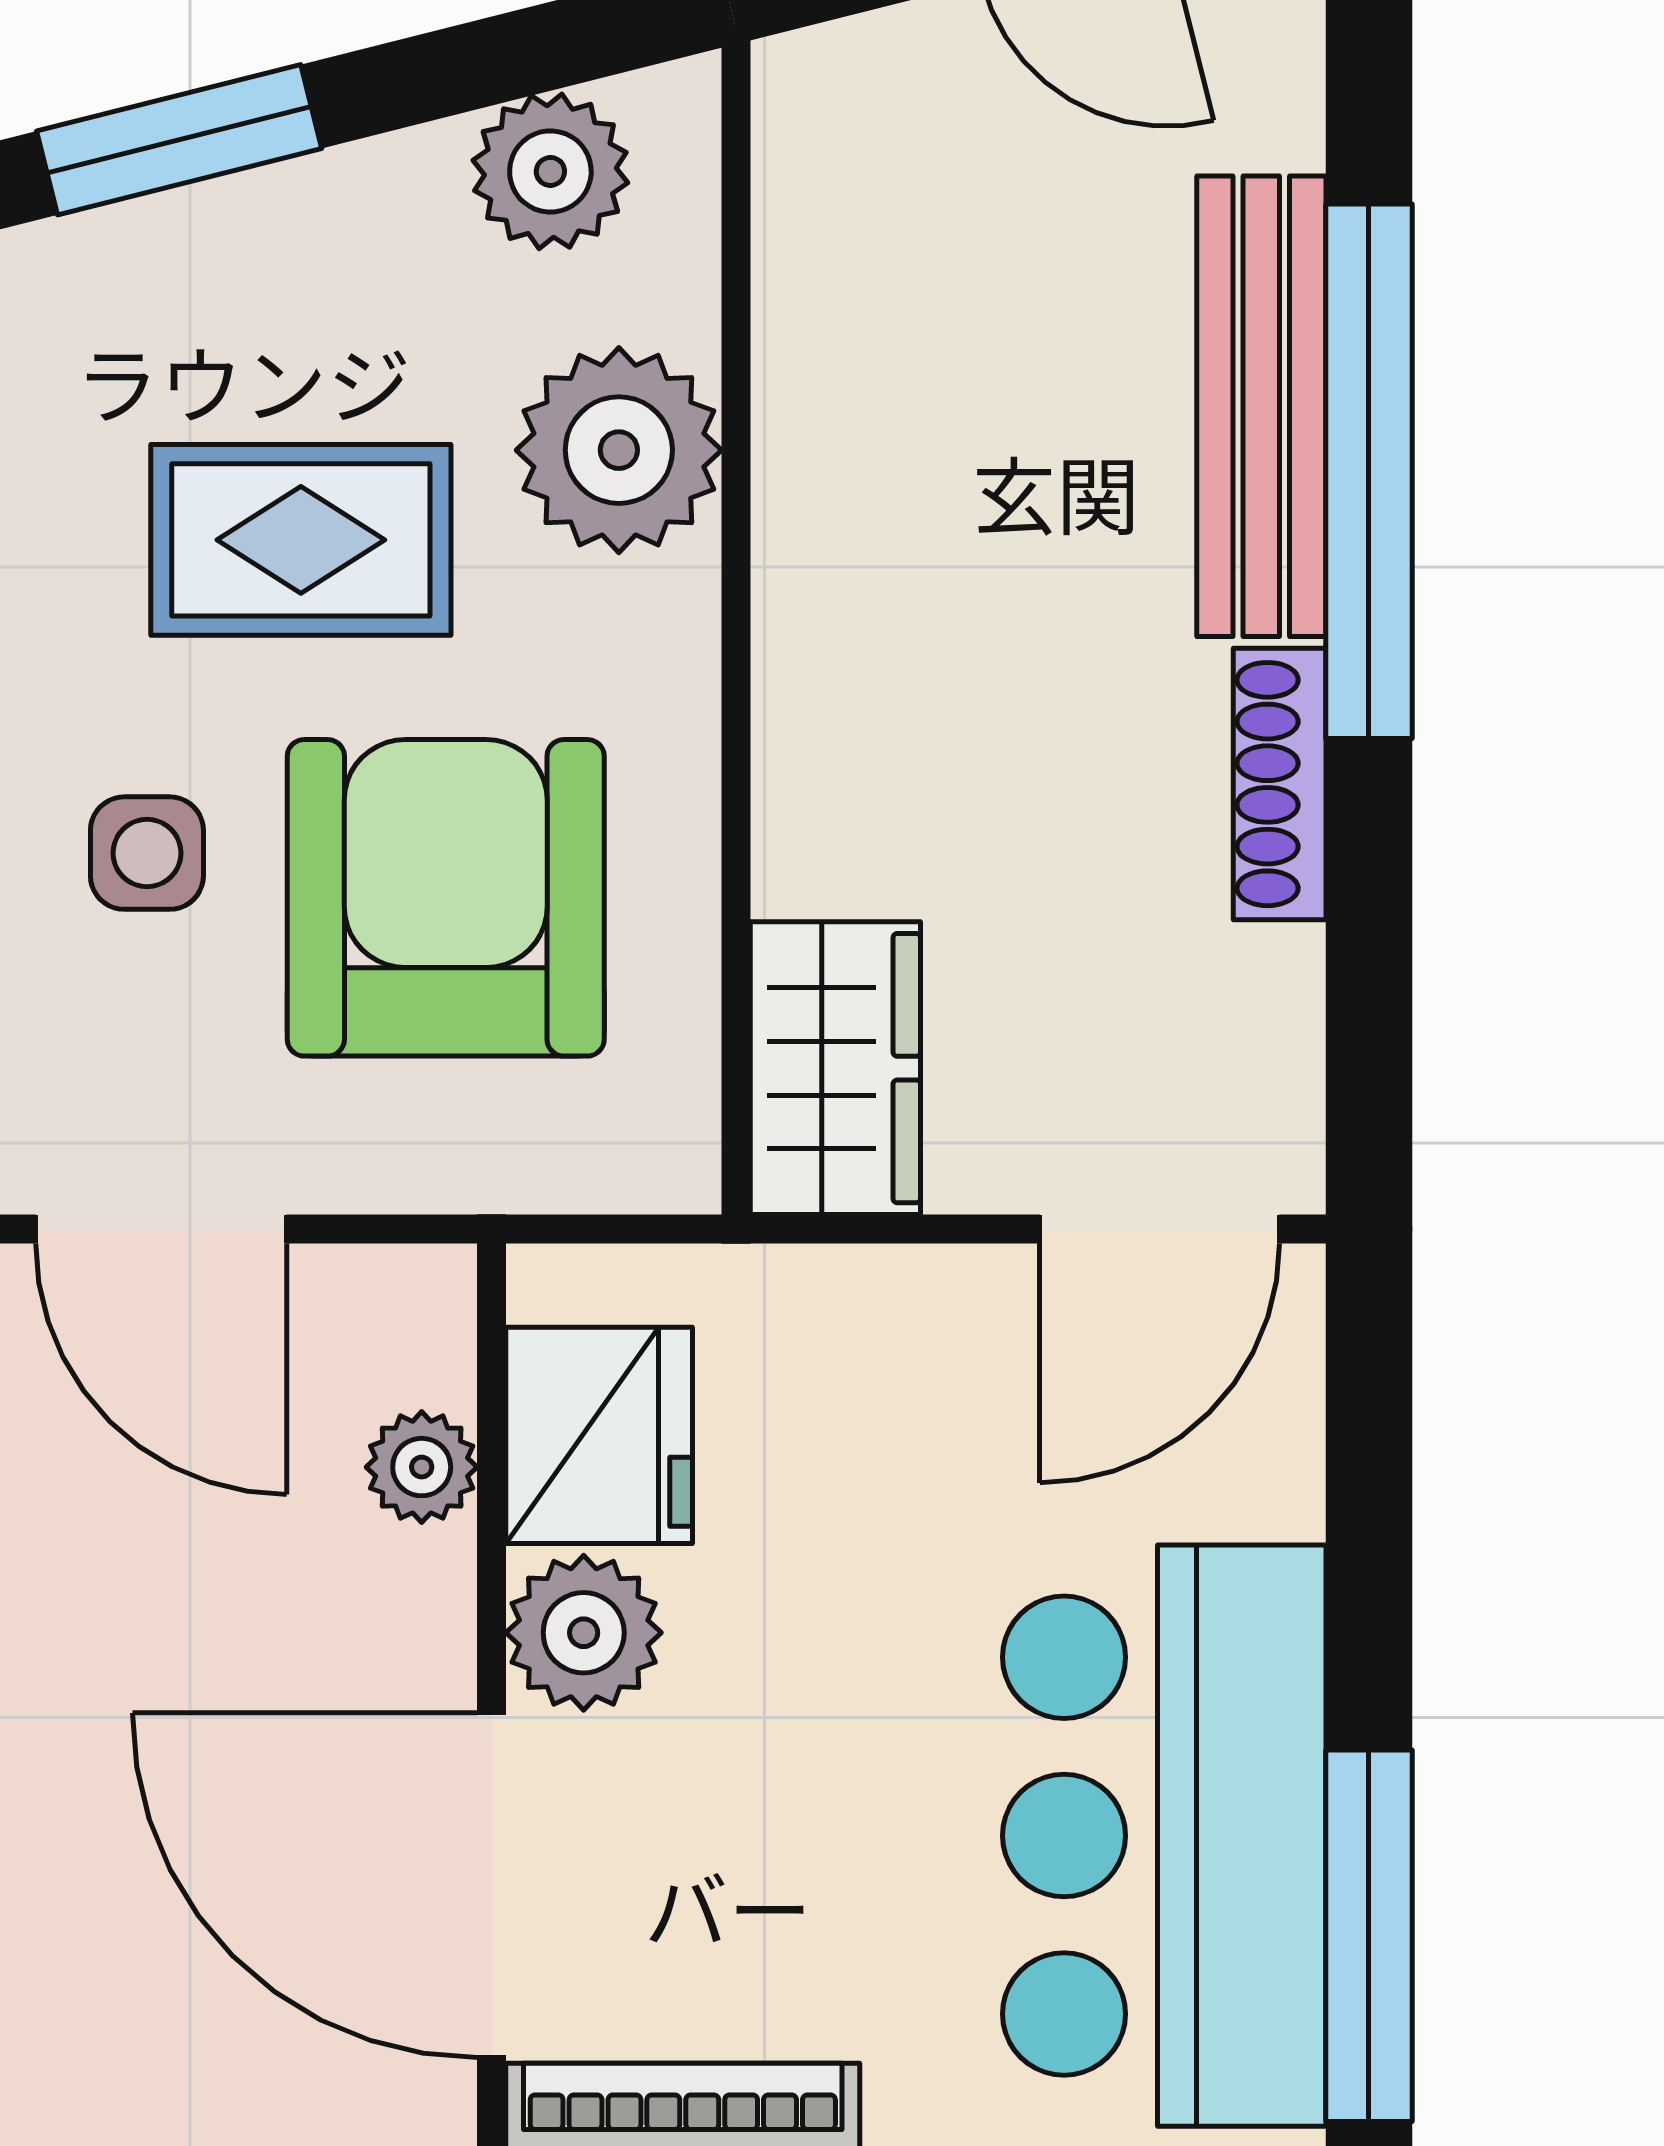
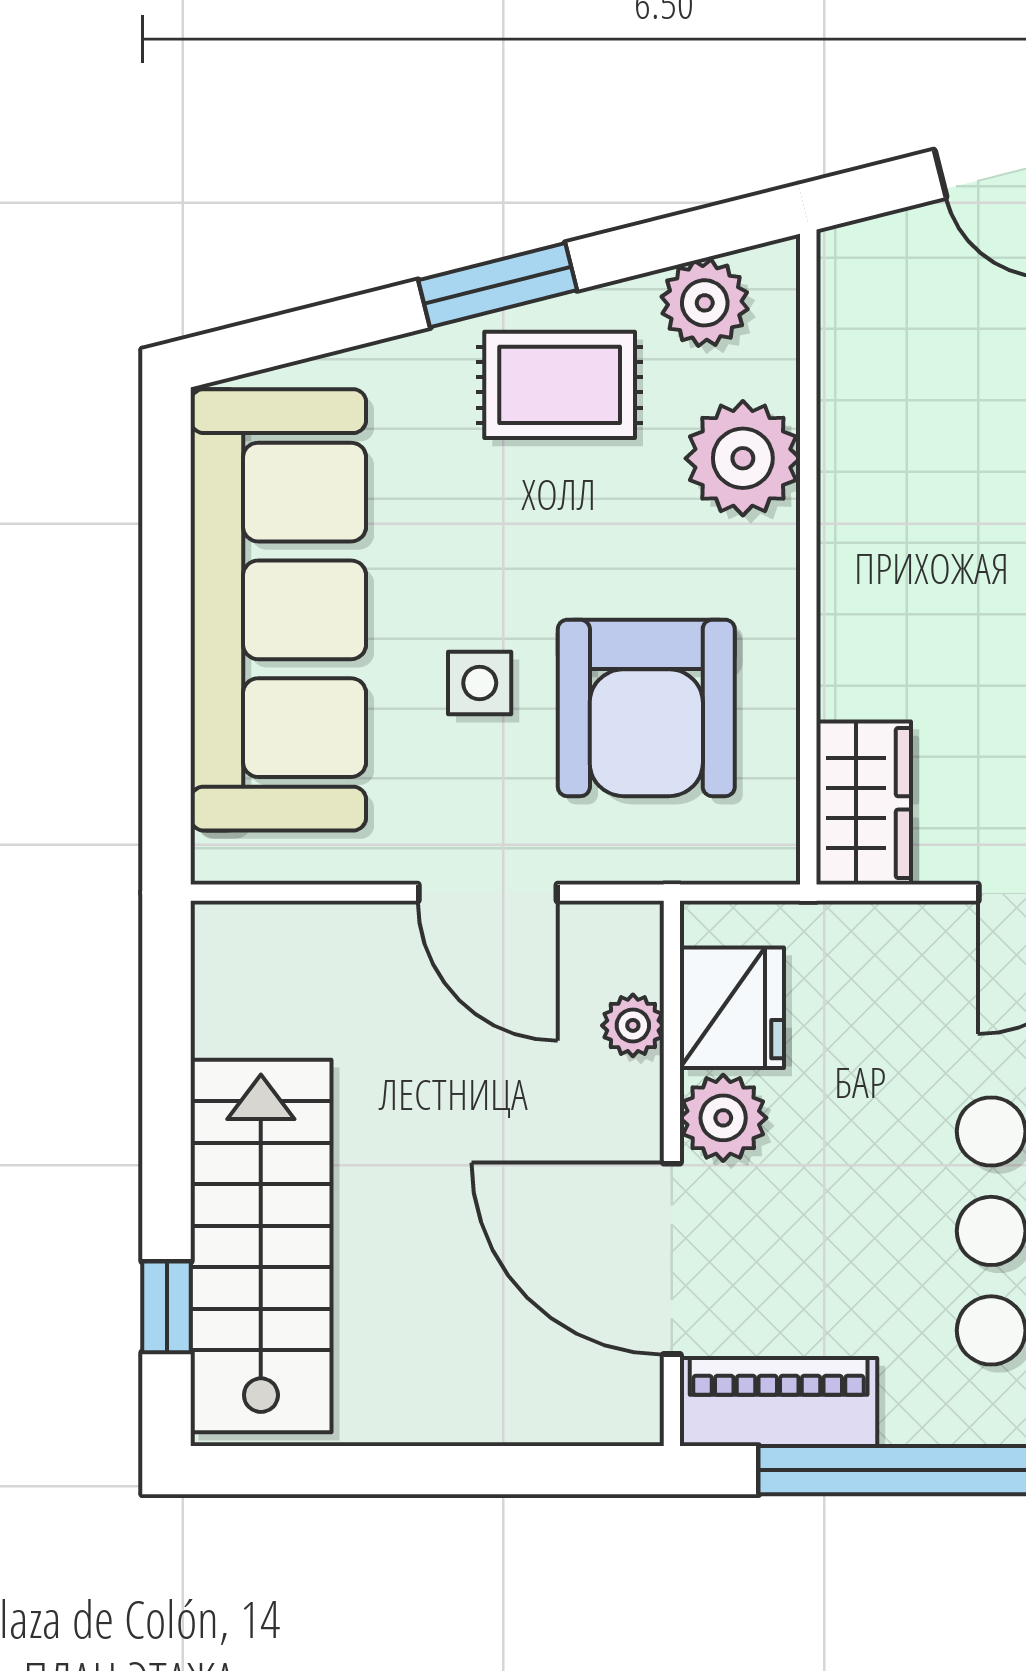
rug: (301, 540) -> (560, 385), moved
armchair: (446, 898) -> (646, 708), turned 180

